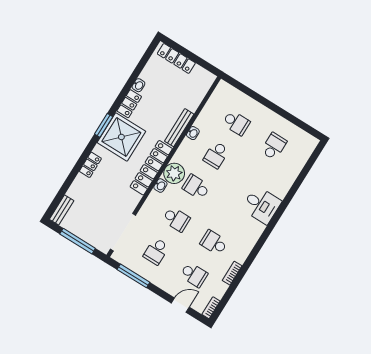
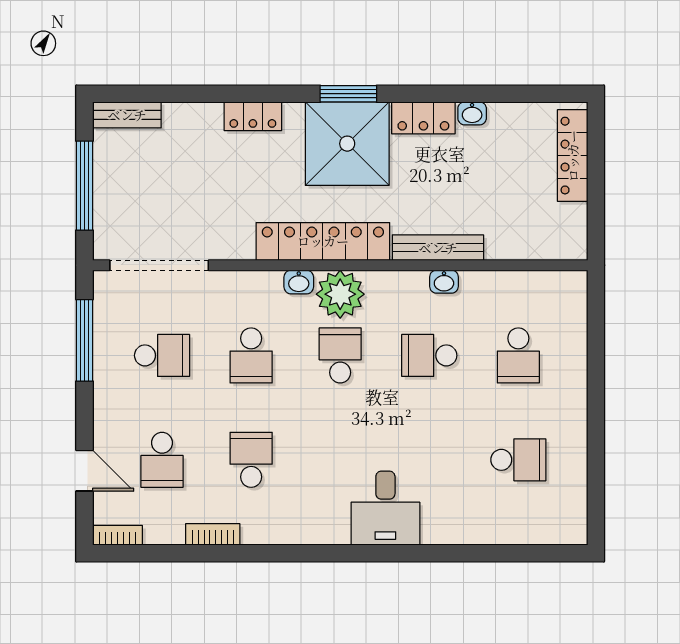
school desk: (156, 251) -> (162, 355), turned 180

